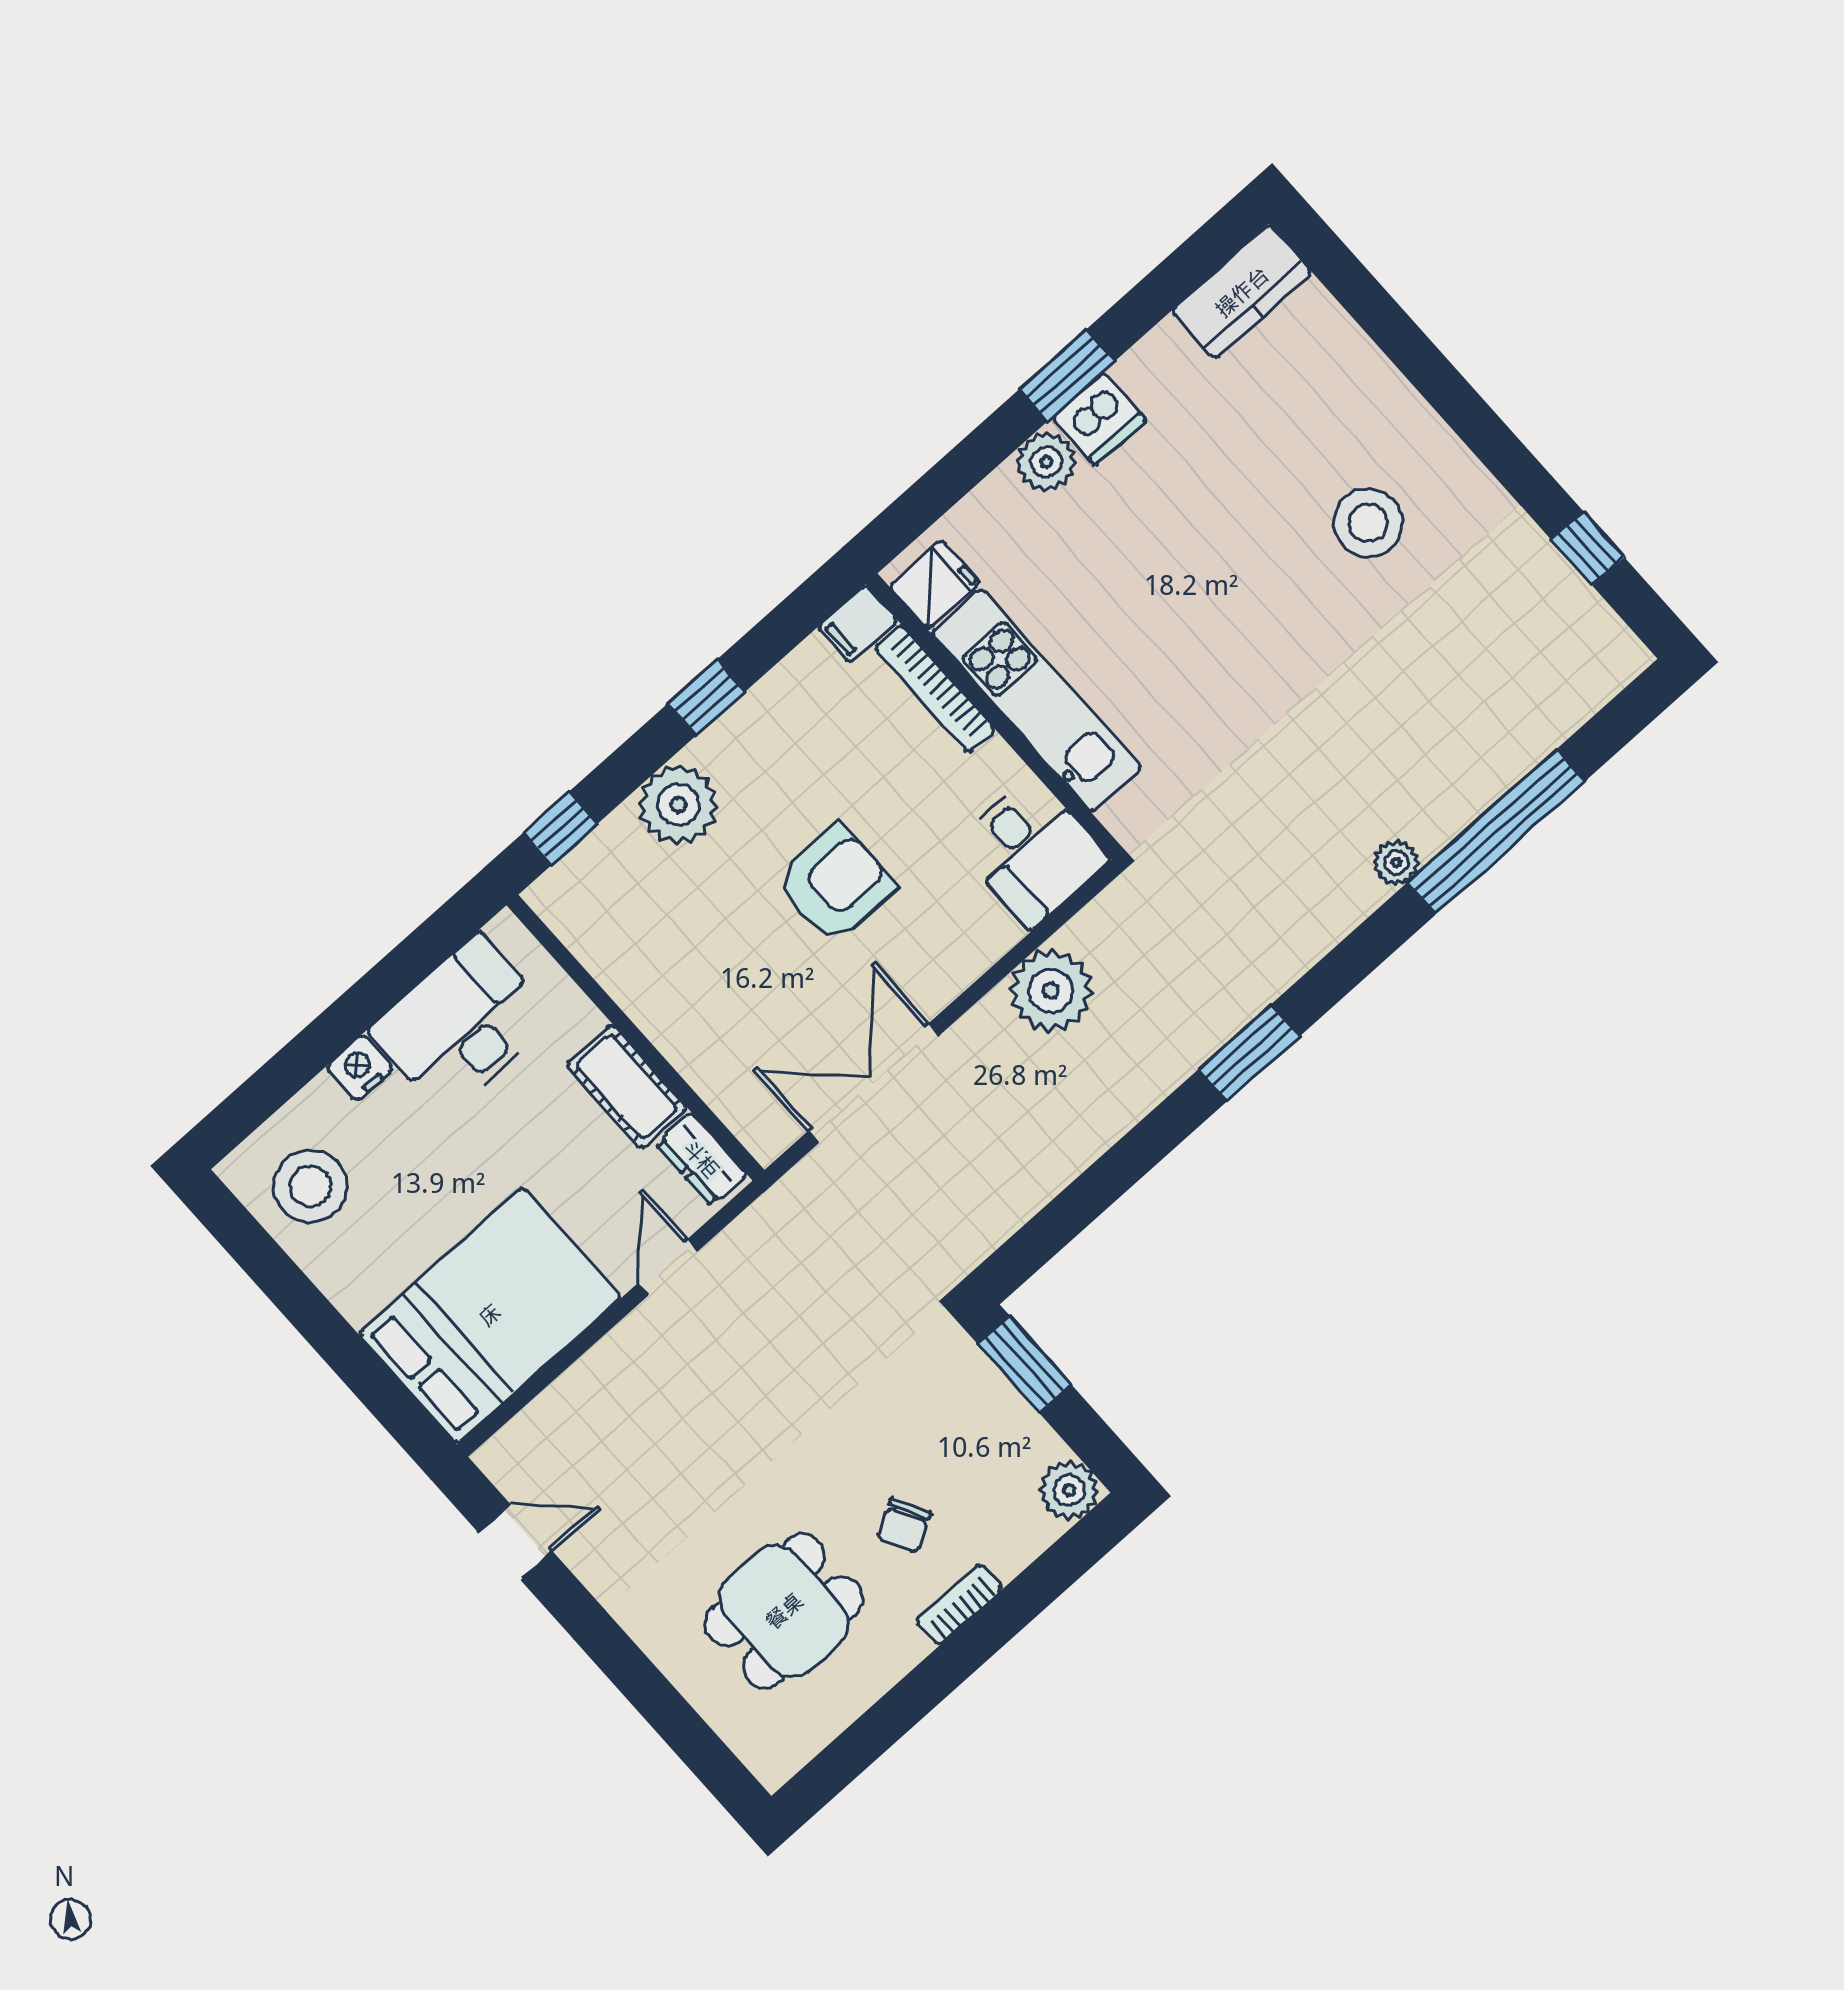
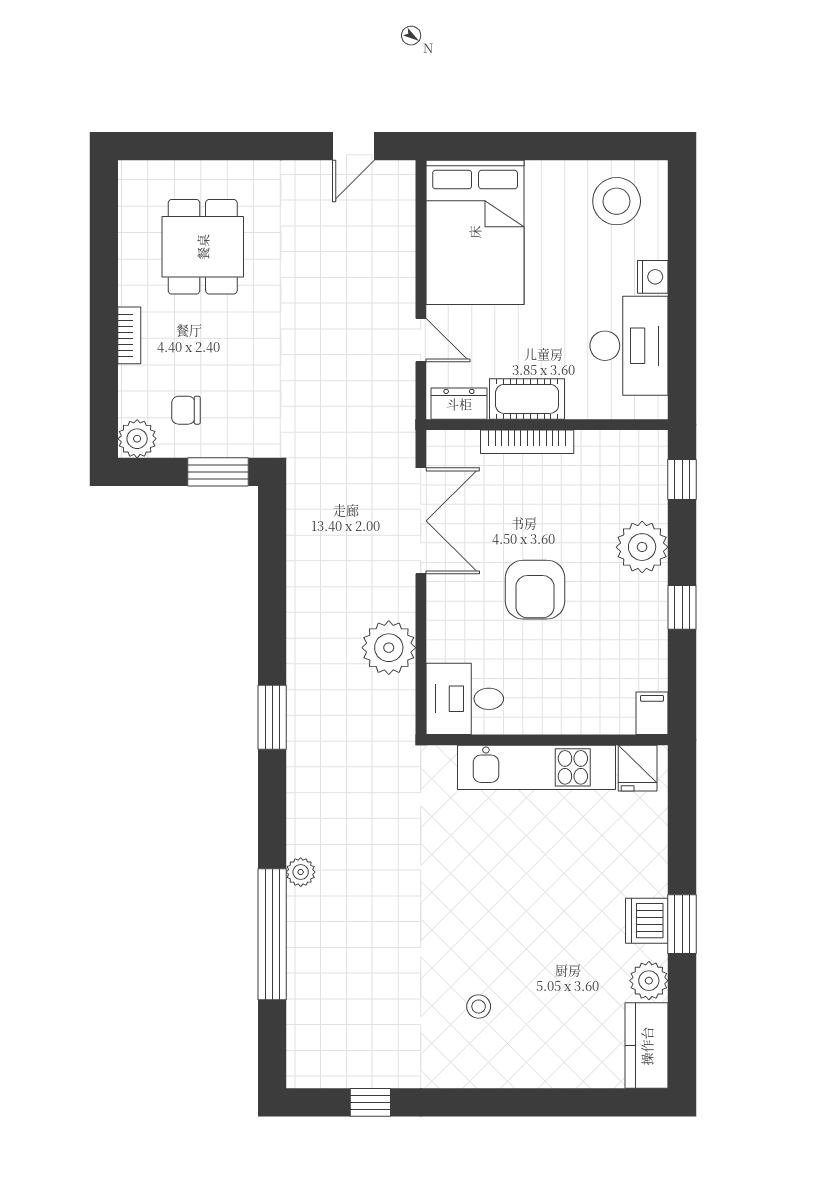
plant: (1046, 462) -> (649, 981), moved
stool: (1368, 523) -> (479, 1006), width x0.53, depth x0.53
bookcase: (935, 689) -> (527, 442), moved, turned 180
chair: (904, 1526) -> (186, 410), moved, turned -62

